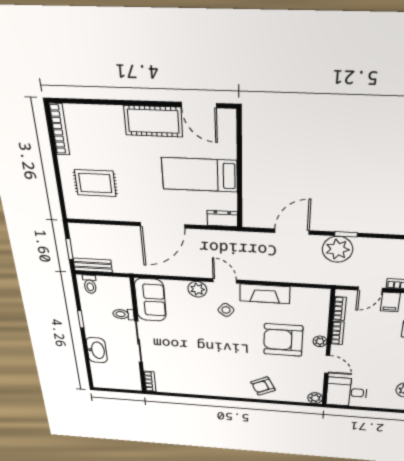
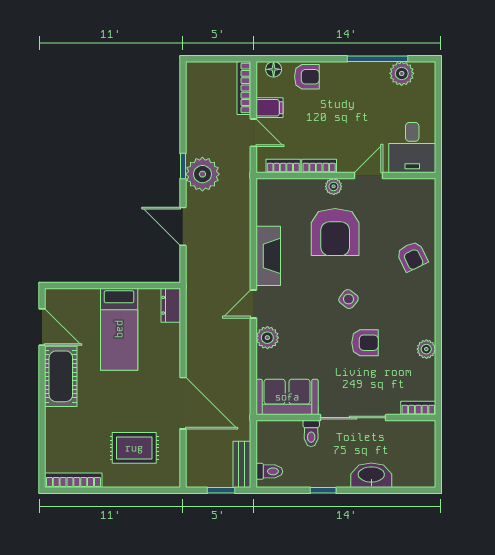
door: (199, 105) -> (42, 327), hinge flipped
rug: (95, 183) -> (134, 448), turned 90
door: (162, 225) -> (183, 403), moved
side table: (226, 310) -> (349, 299), moved
armchair: (197, 353) -> (365, 343), added
plant: (315, 398) -> (426, 349), moved

